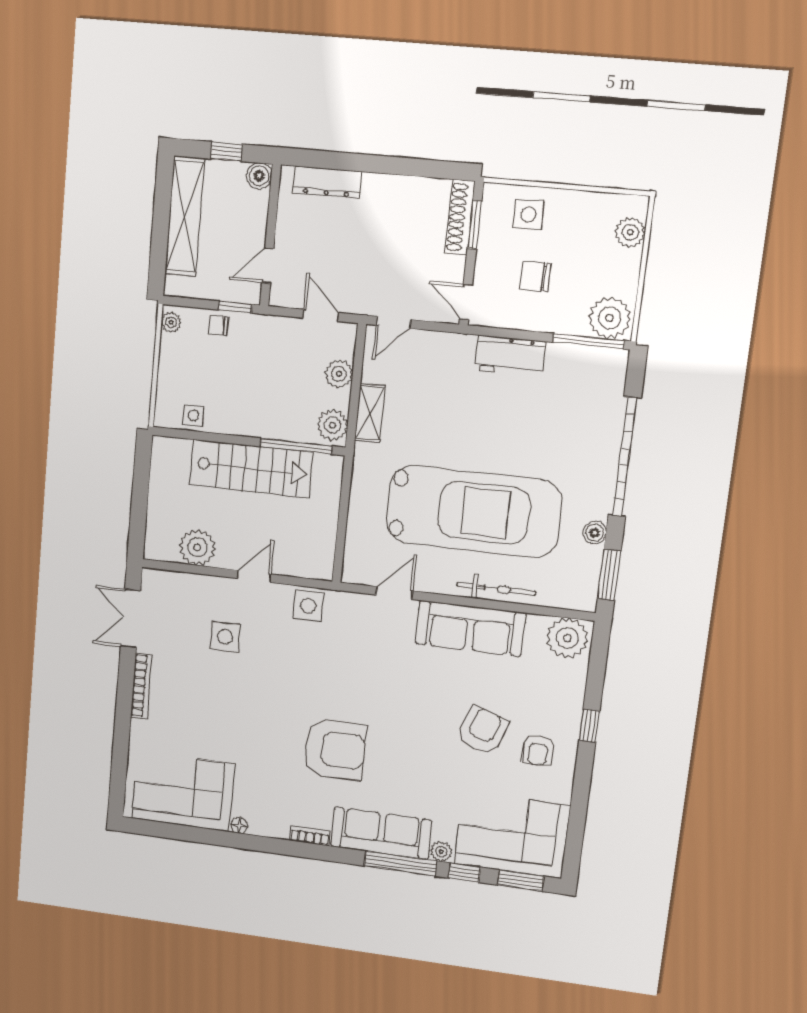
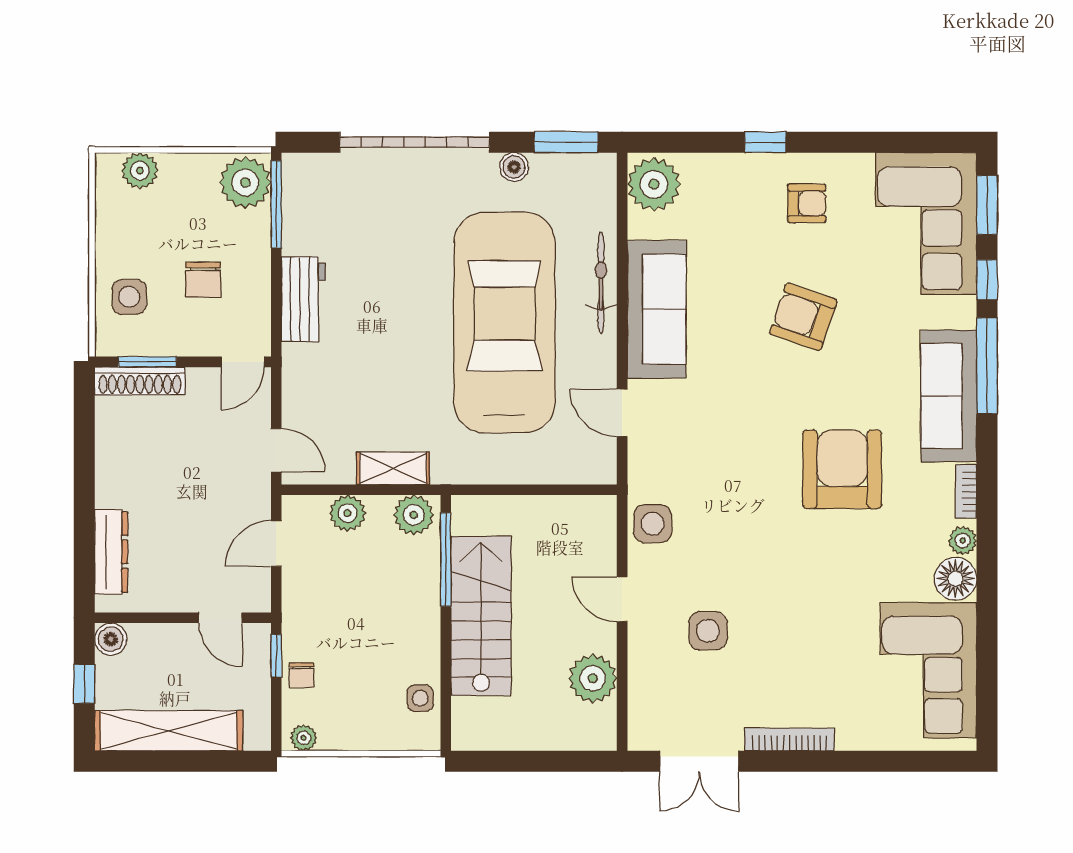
armchair: (483, 730) -> (803, 317), moved
floor lamp: (239, 825) -> (955, 579), width x1.89, depth x1.89
plant: (441, 852) -> (963, 541), moved

